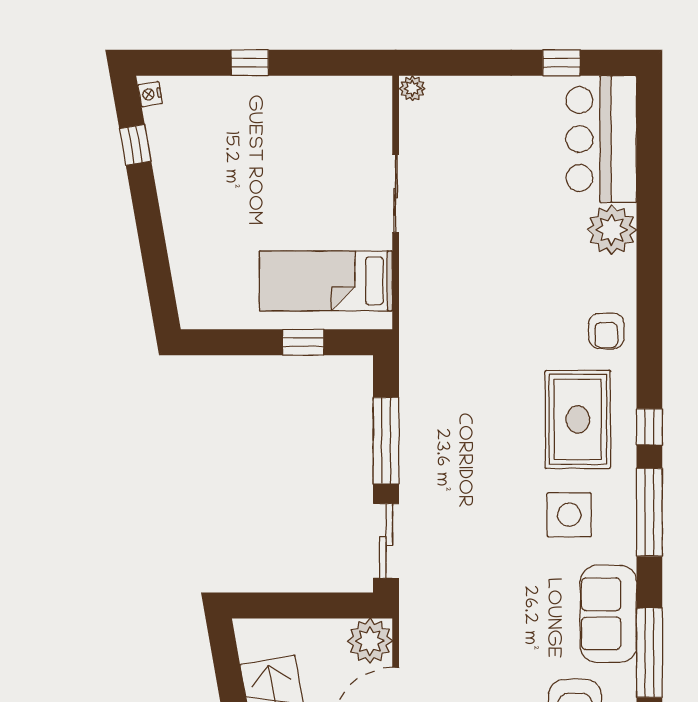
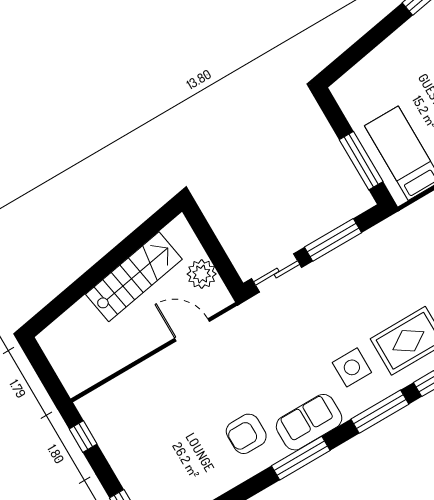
window: (303, 342) -> (361, 161), width x2.17
plant: (370, 641) -> (202, 274), moved

